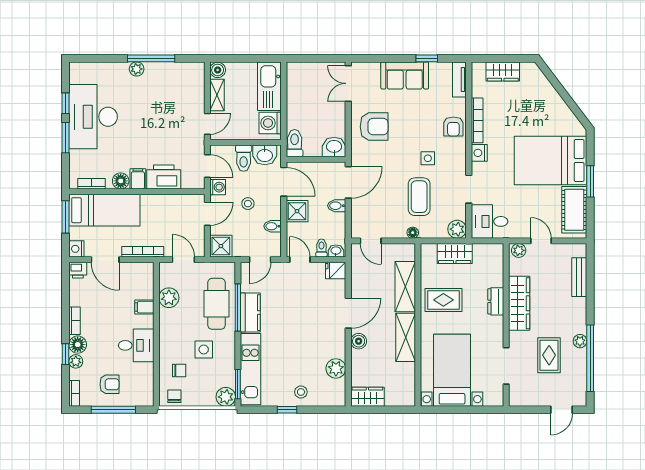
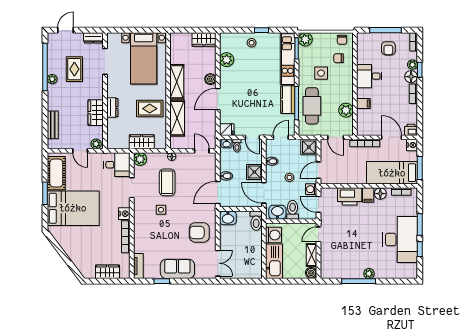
armchair: (453, 127) -> (143, 232), removed
wardrobe: (519, 303) -> (96, 113), width x0.67
armchair: (109, 384) -> (388, 48), turned -90
dresser: (523, 399) -> (93, 38), added

